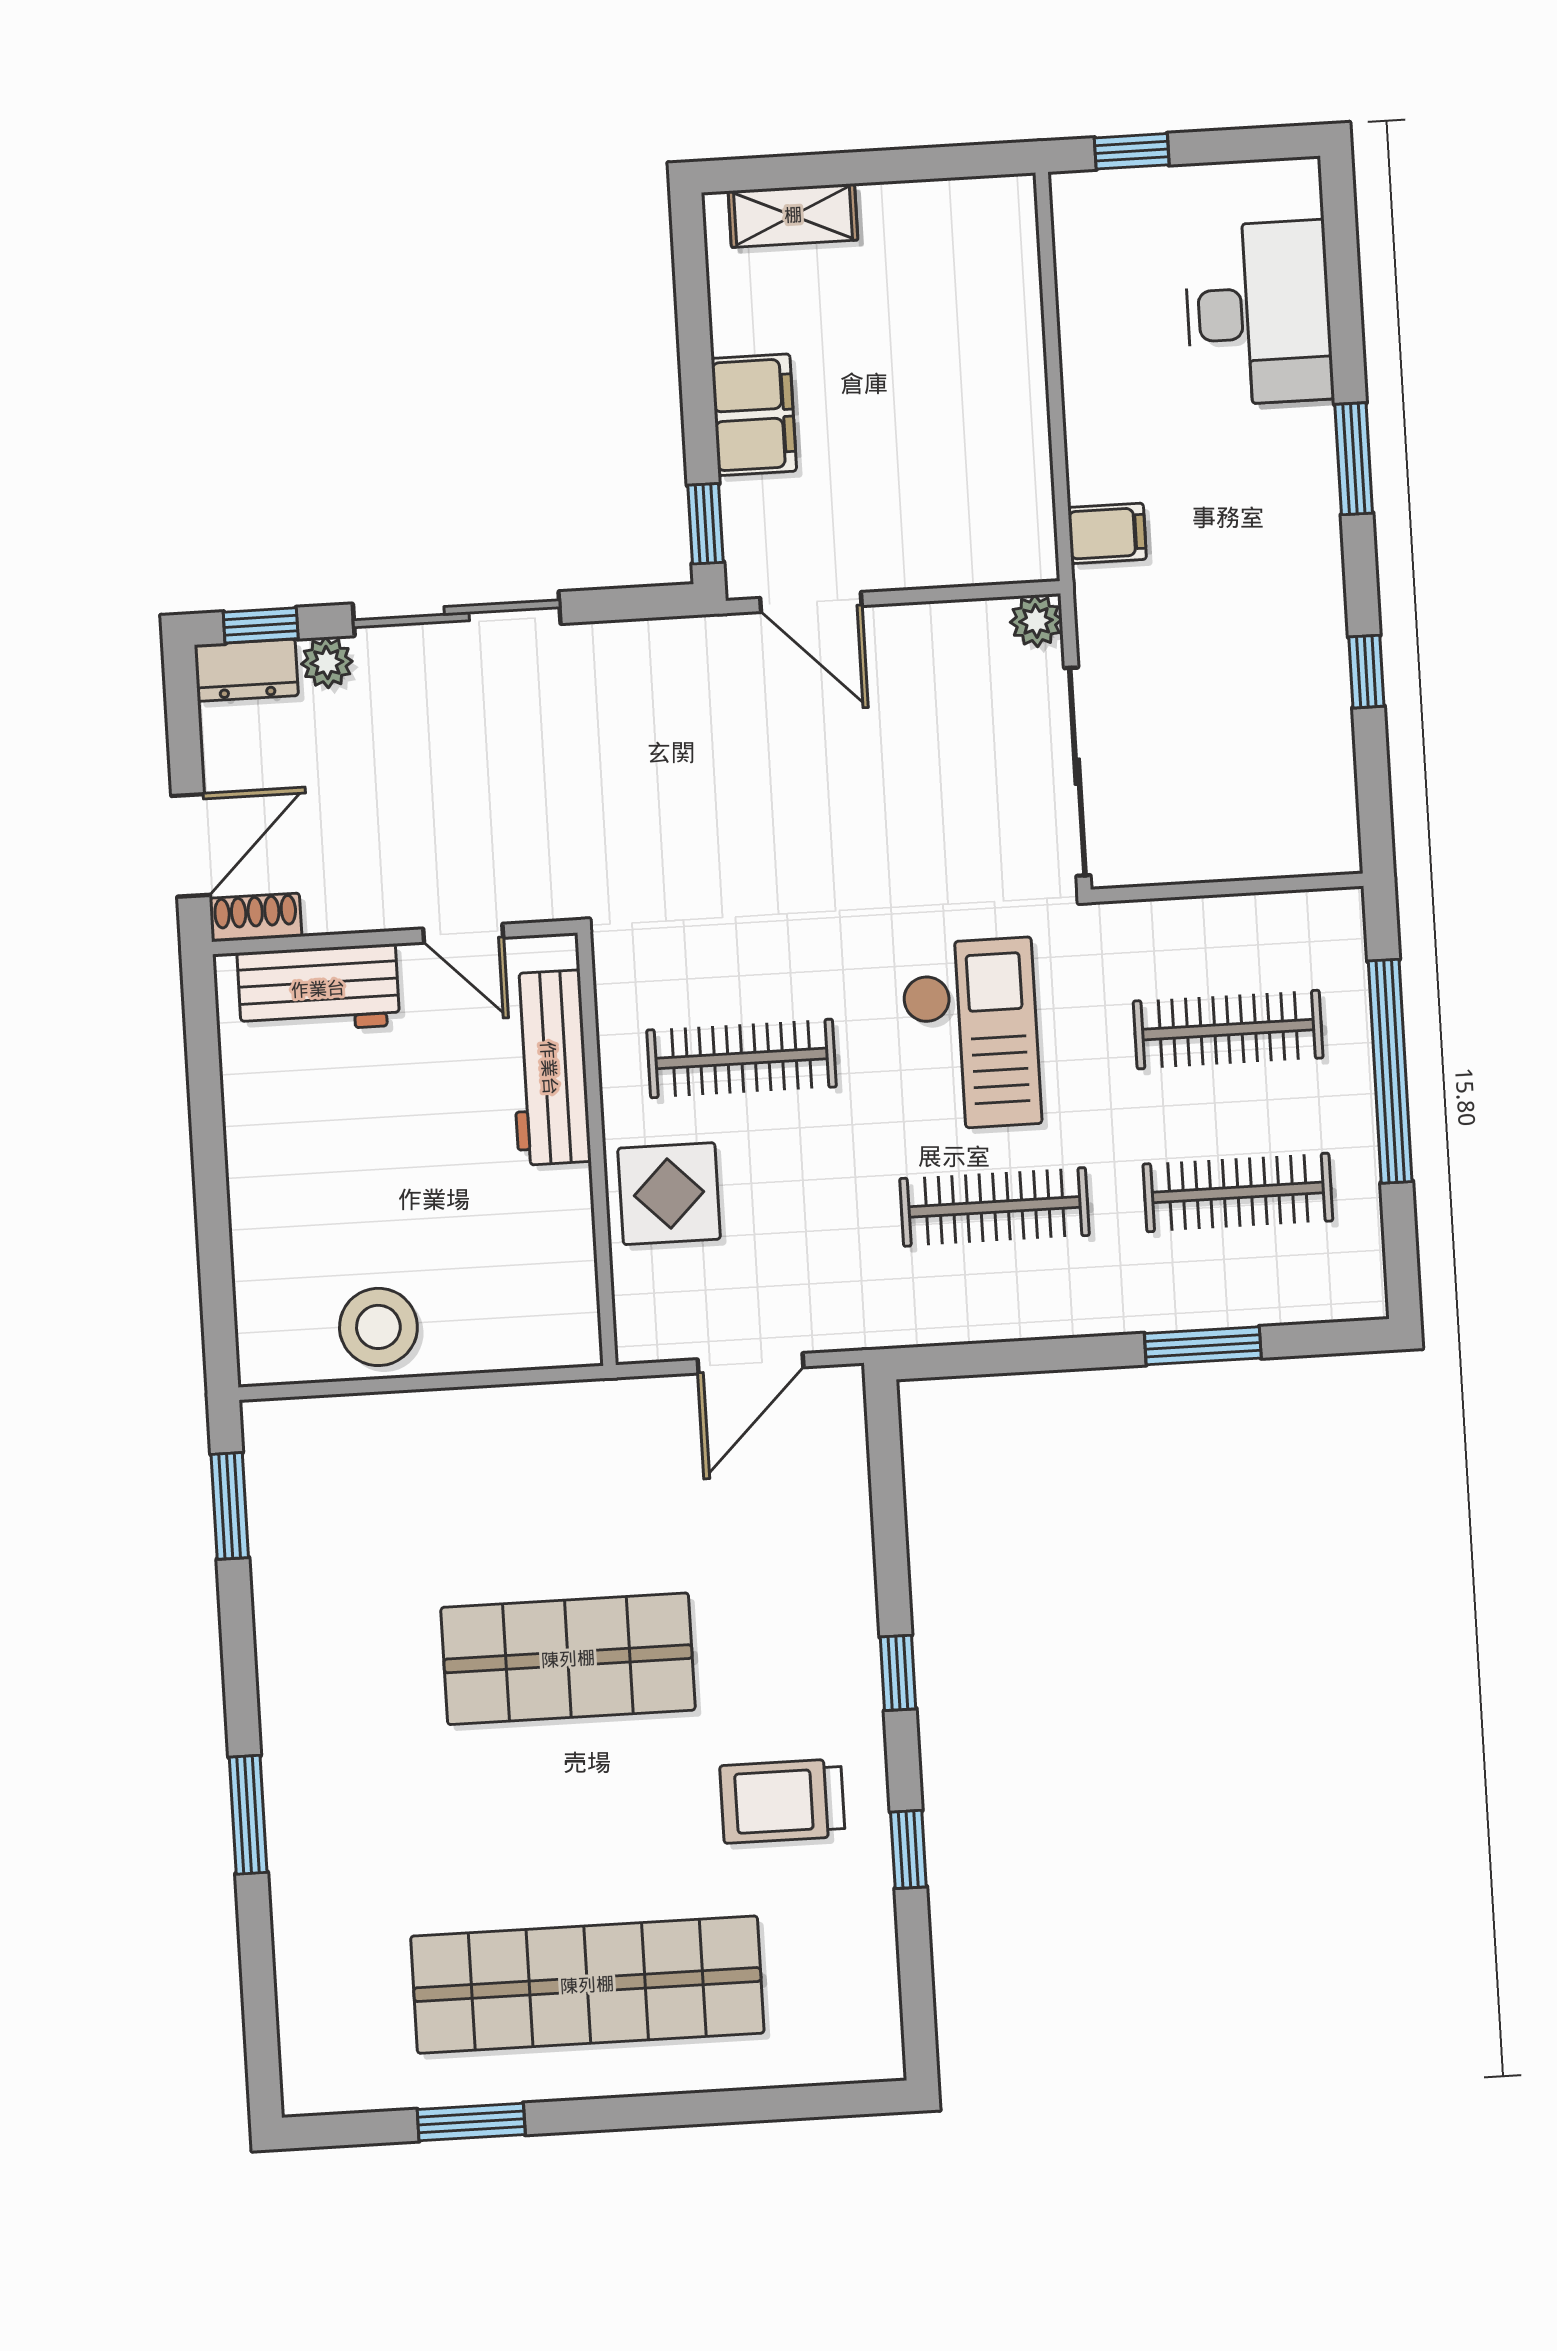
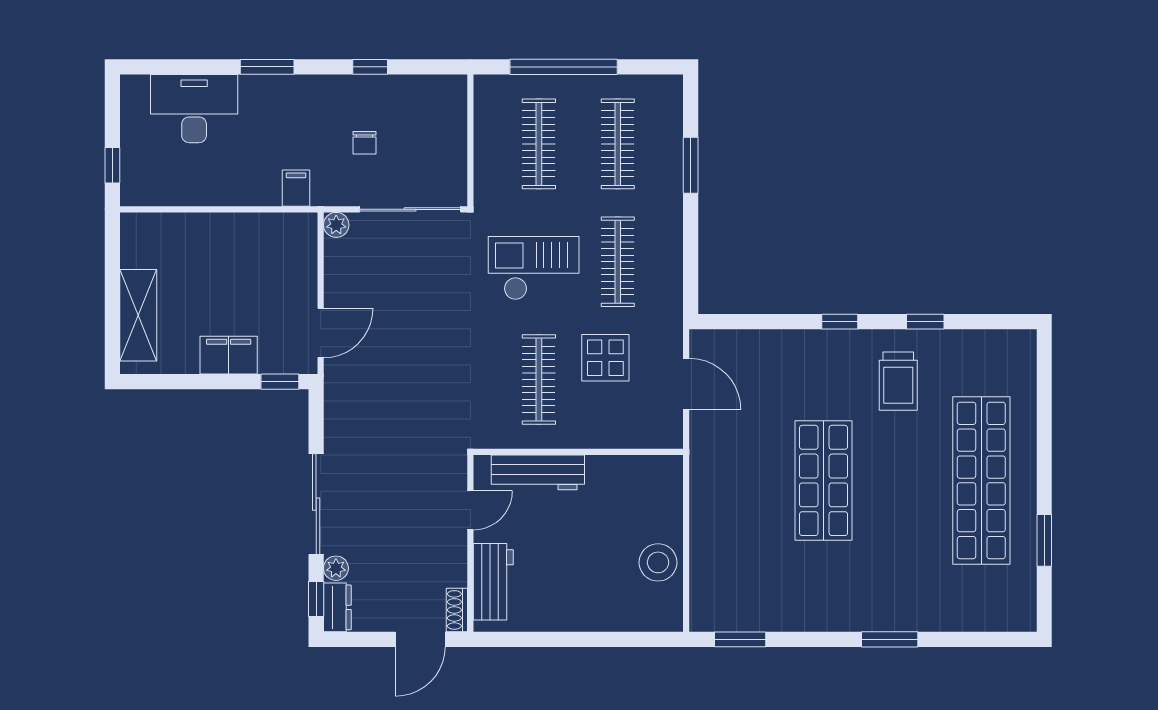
shelving: (793, 215) -> (138, 315), width x1.50, depth x1.33
chair: (1209, 669) -> (365, 143), added
door: (191, 845) -> (420, 639), swing flipped
display table: (669, 1194) -> (605, 358), moved

